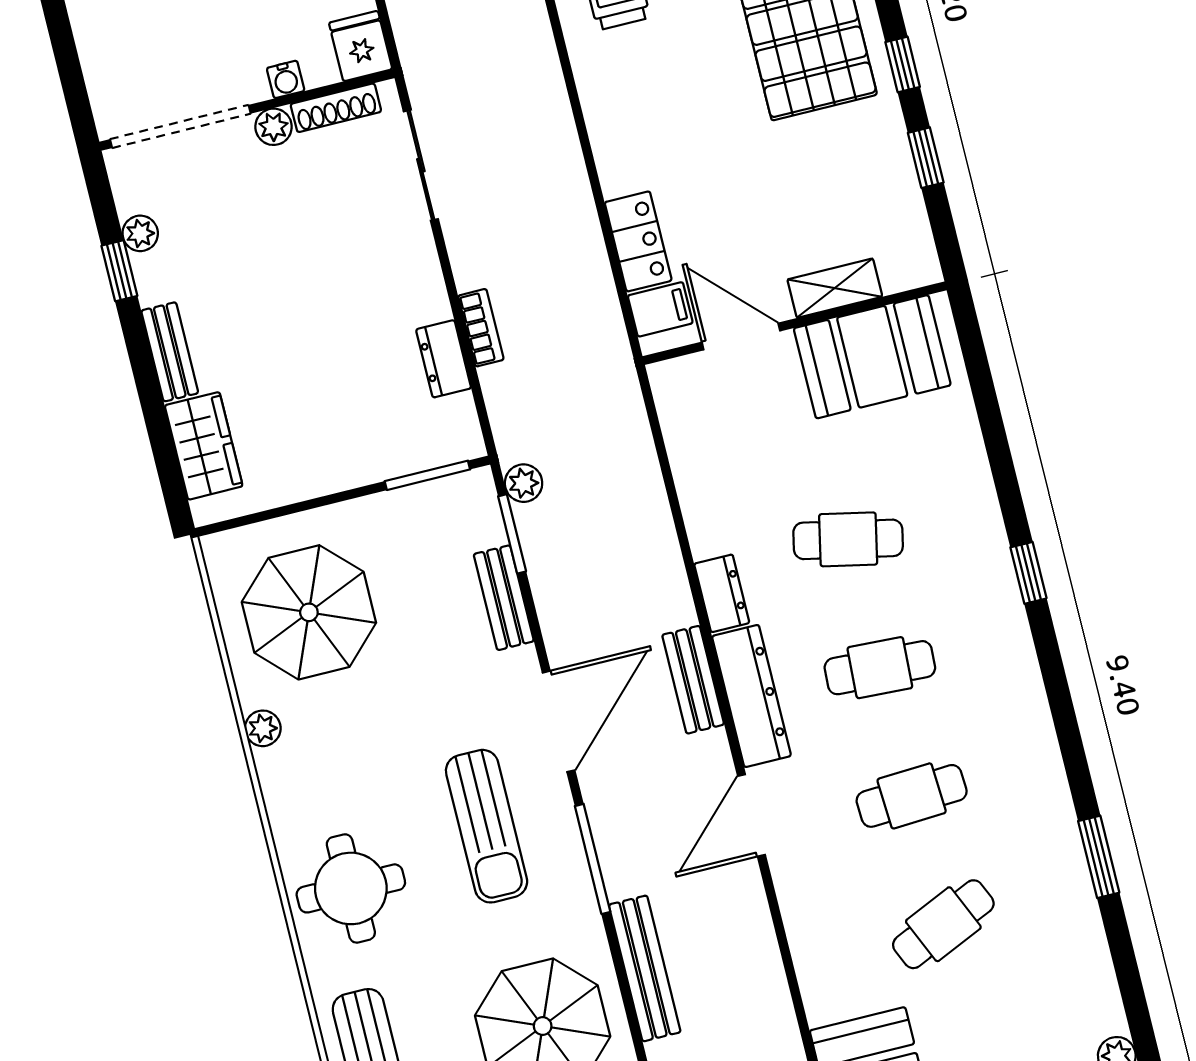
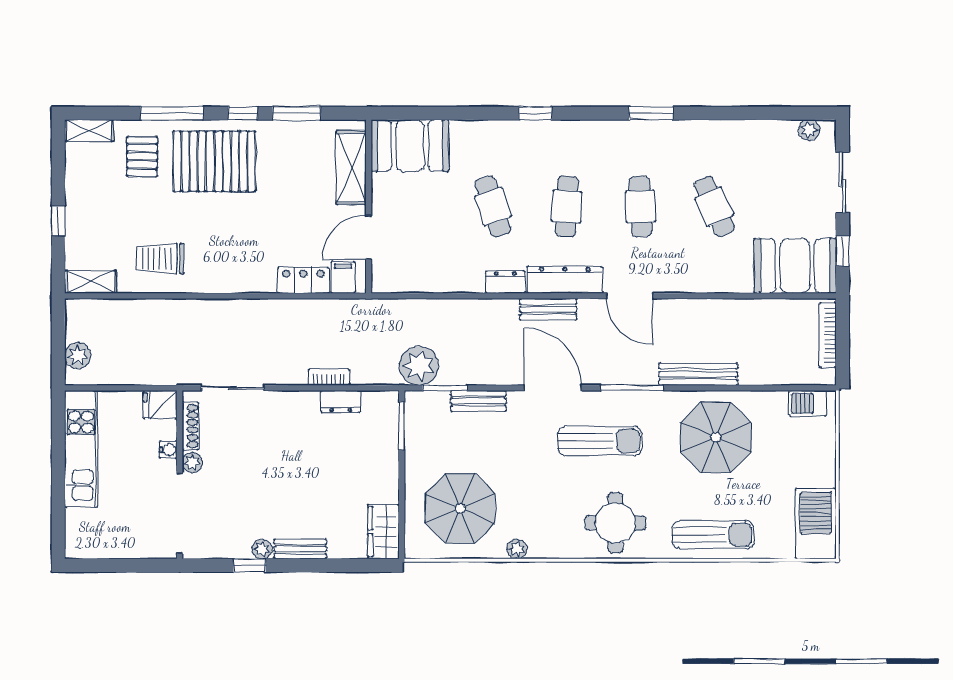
window: (926, 158) -> (296, 113), width x1.50
plant: (140, 233) -> (262, 549), moved
shelving: (835, 288) -> (351, 168), width x1.50, depth x1.33
booth: (872, 357) -> (410, 146), moved, turned 90
wardrobe: (204, 446) -> (383, 532), moved, turned -90
plant: (524, 483) -> (419, 366), width x1.88, depth x1.88
cafe table: (848, 539) -> (493, 206), turned -30
window: (1099, 857) -> (651, 113), moved

